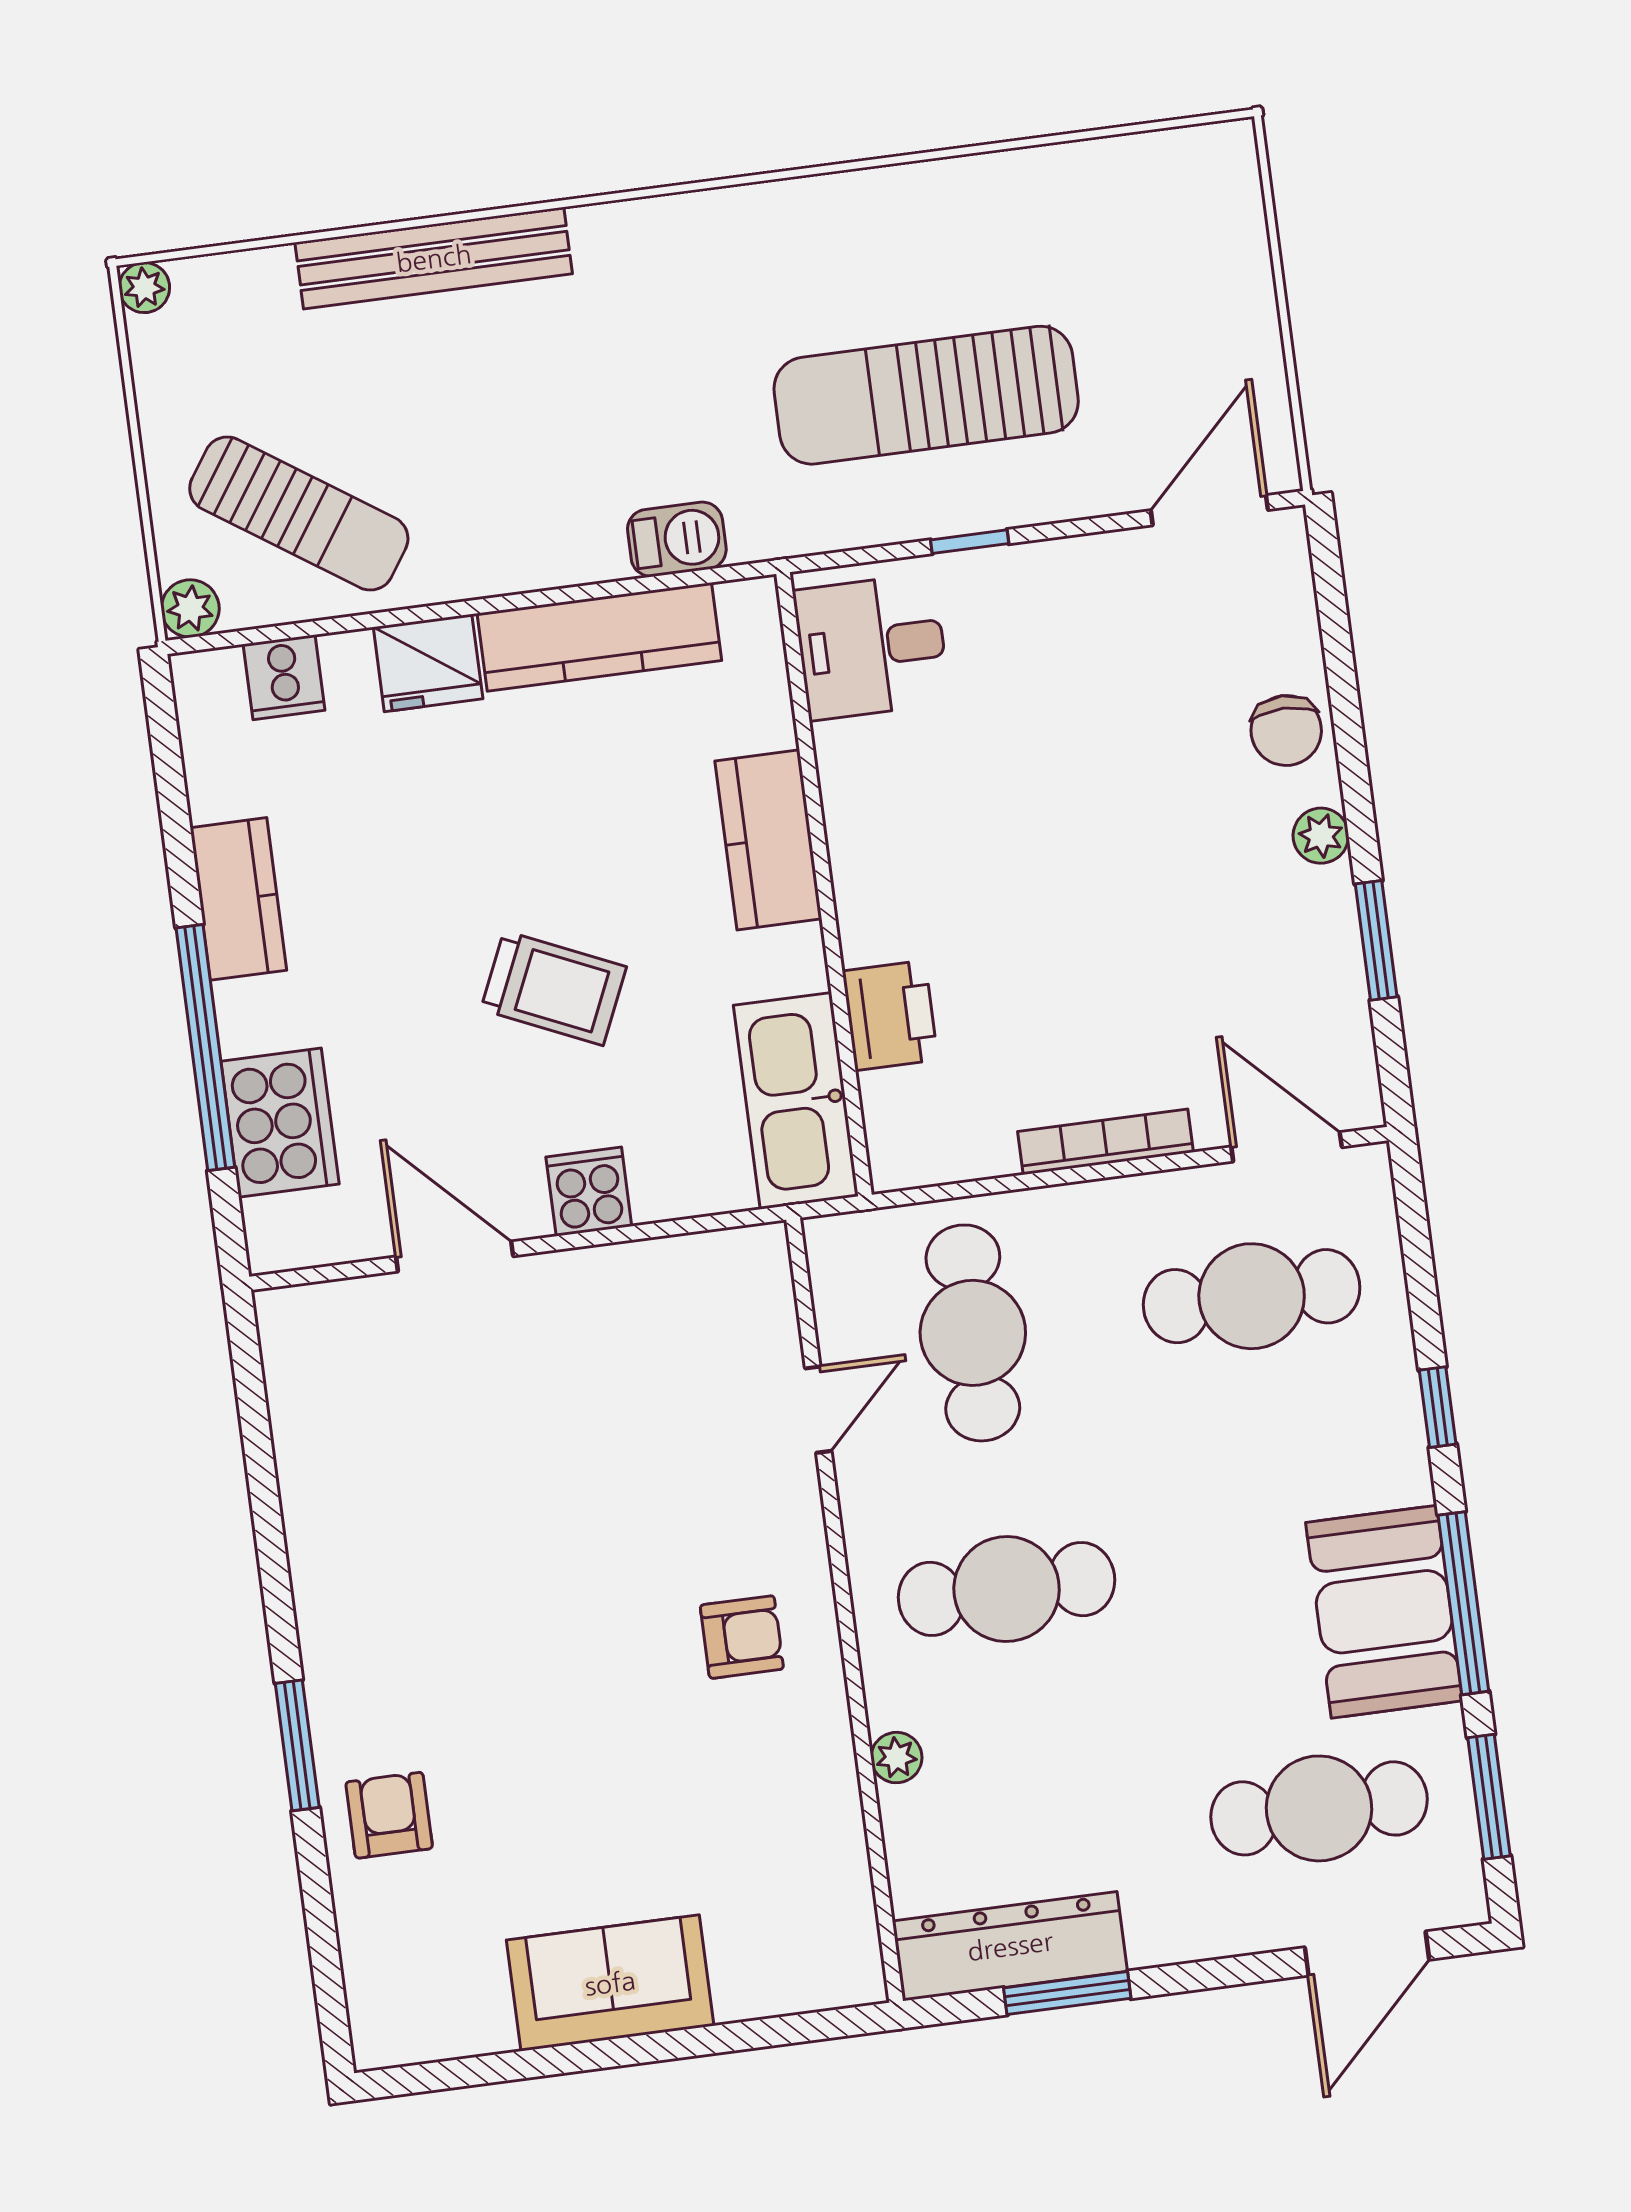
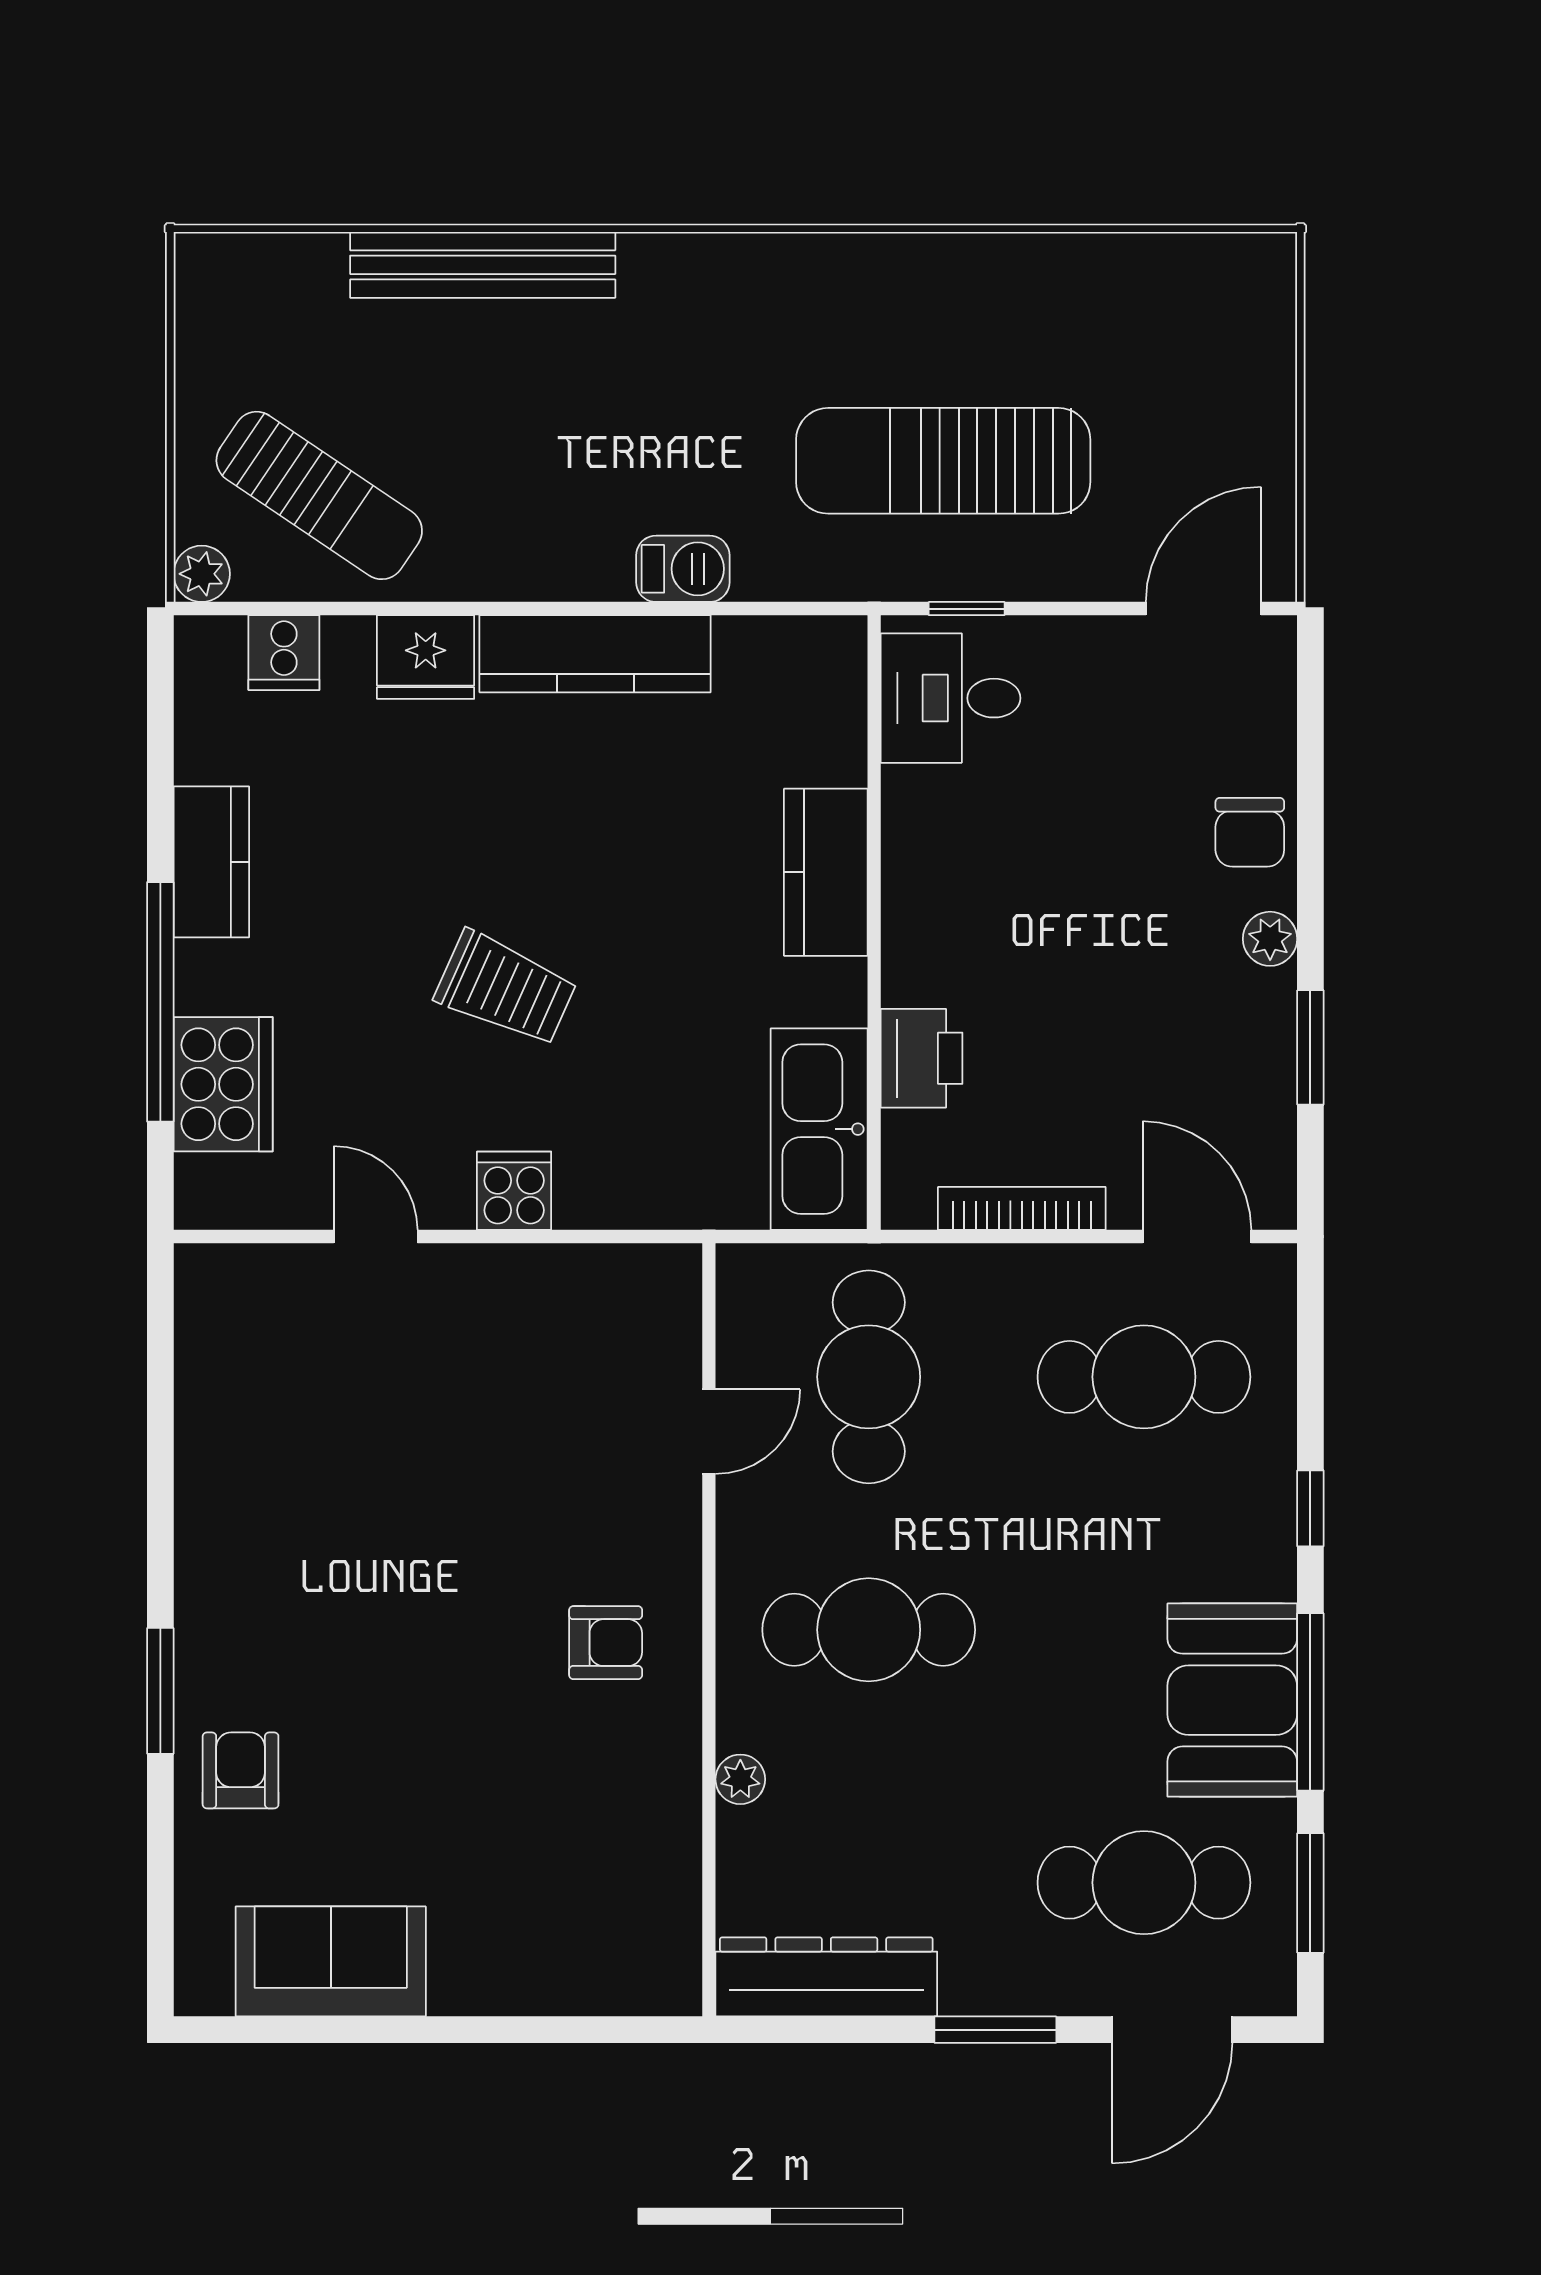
plant: (144, 288) -> (198, 257), removed
desk: (872, 647) -> (951, 698), moved
kitchen counter: (768, 840) -> (826, 872), moved
wall: (824, 884) -> (874, 923), moved
printer: (890, 1015) -> (922, 1058), moved
kitchen sink: (796, 1101) -> (819, 1129), moved
door: (455, 1256) -> (376, 1237), width x0.73
sofa: (610, 1983) -> (331, 1961), moved
window: (1067, 1993) -> (995, 2030), moved

